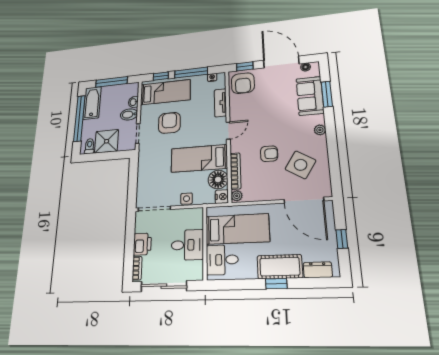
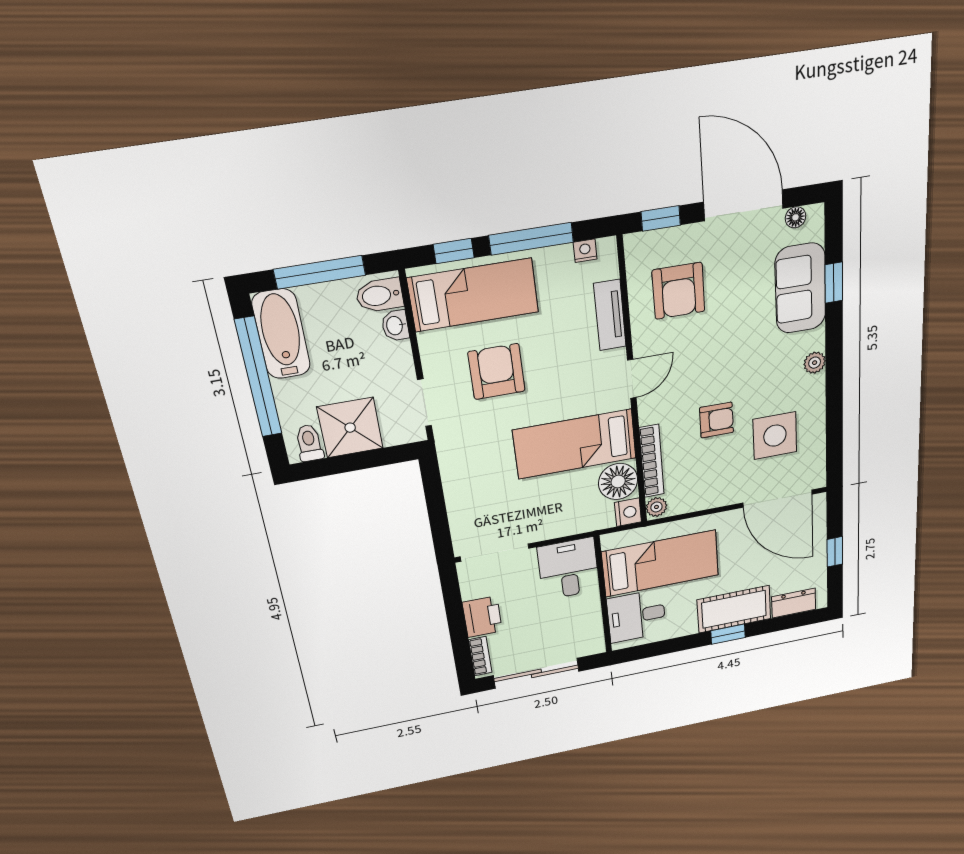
armchair: (243, 83) -> (679, 291), moved
window: (327, 94) -> (834, 283), width x0.67
bidet: (129, 114) -> (380, 295), moved
side table: (301, 165) -> (775, 436), turned -32
side table: (187, 199) -> (558, 525), removed
desk: (187, 245) -> (568, 569), moved, turned -90

